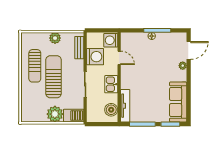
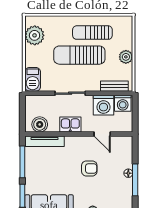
washing machine: (111, 40) -> (123, 103), moved, turned 180
door: (119, 58) -> (102, 134), hinge flipped
armchair: (148, 68) -> (89, 168), added
sun lounger: (54, 77) -> (79, 55), turned 180
plant: (55, 114) -> (35, 35), moved

